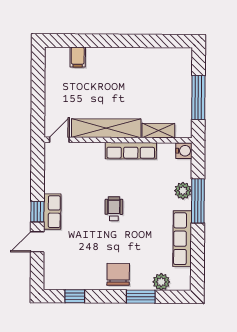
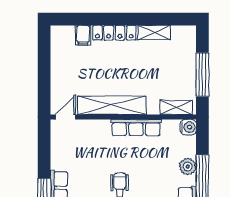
locker: (109, 55) -> (114, 33), added
shelving: (150, 55) -> (154, 33), added
shelving: (158, 131) -> (176, 107), moved

